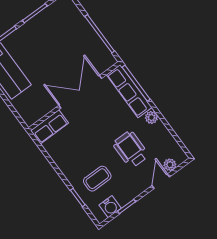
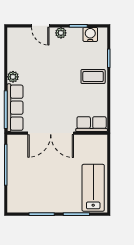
wheelchair: (131, 149) -> (45, 65), removed
plant: (170, 165) -> (61, 33), moved
coffee table: (97, 179) -> (93, 77), moved
door: (161, 181) -> (40, 26), hinge flipped

